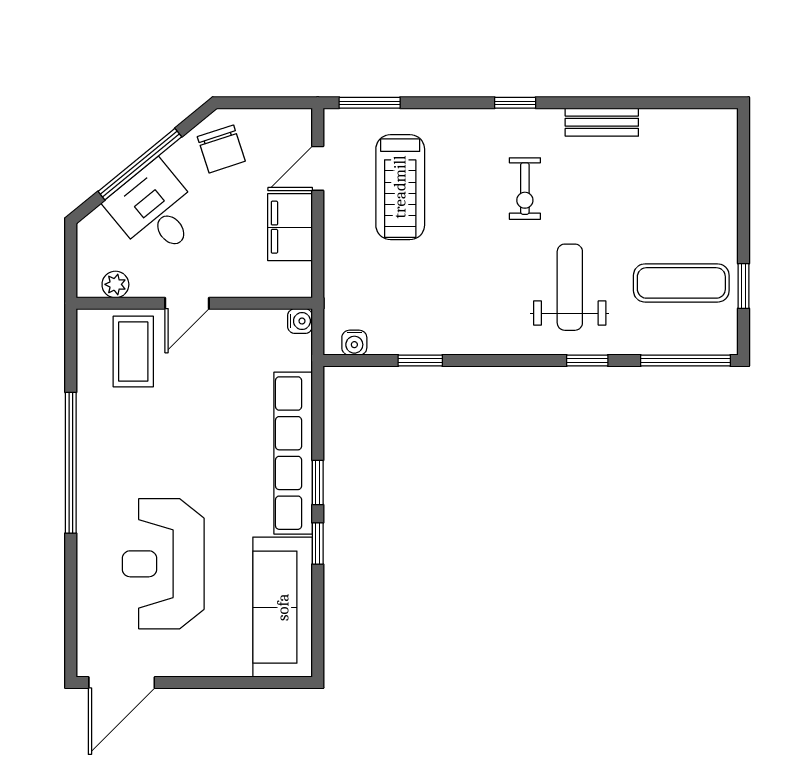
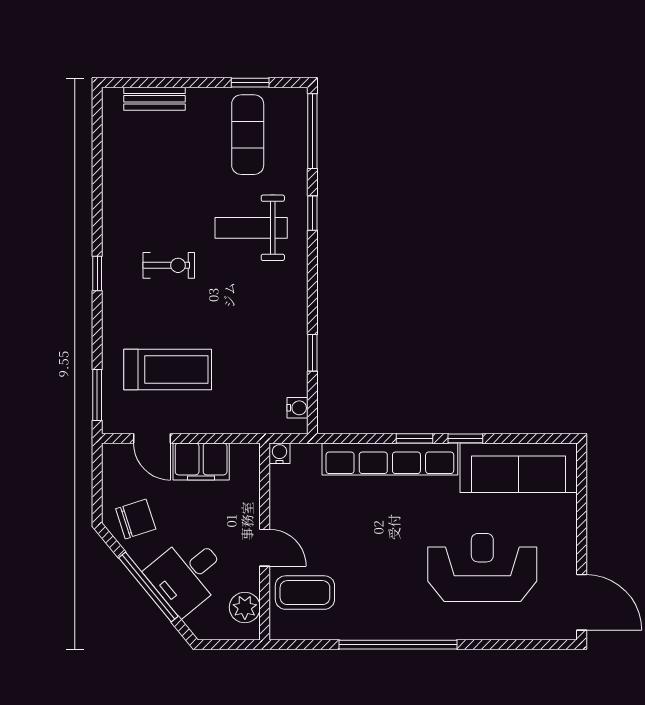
bench: (602, 122) -> (155, 99), moved, turned 90
plant: (115, 284) -> (245, 607), width x1.38, depth x1.38
reception desk: (163, 564) -> (482, 568), turned 180

